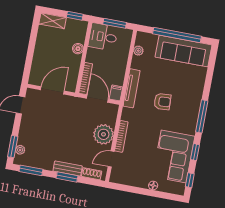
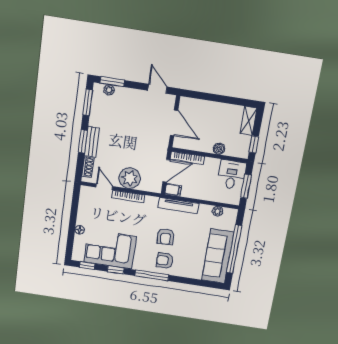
armchair: (187, 103) -> (165, 261), added

